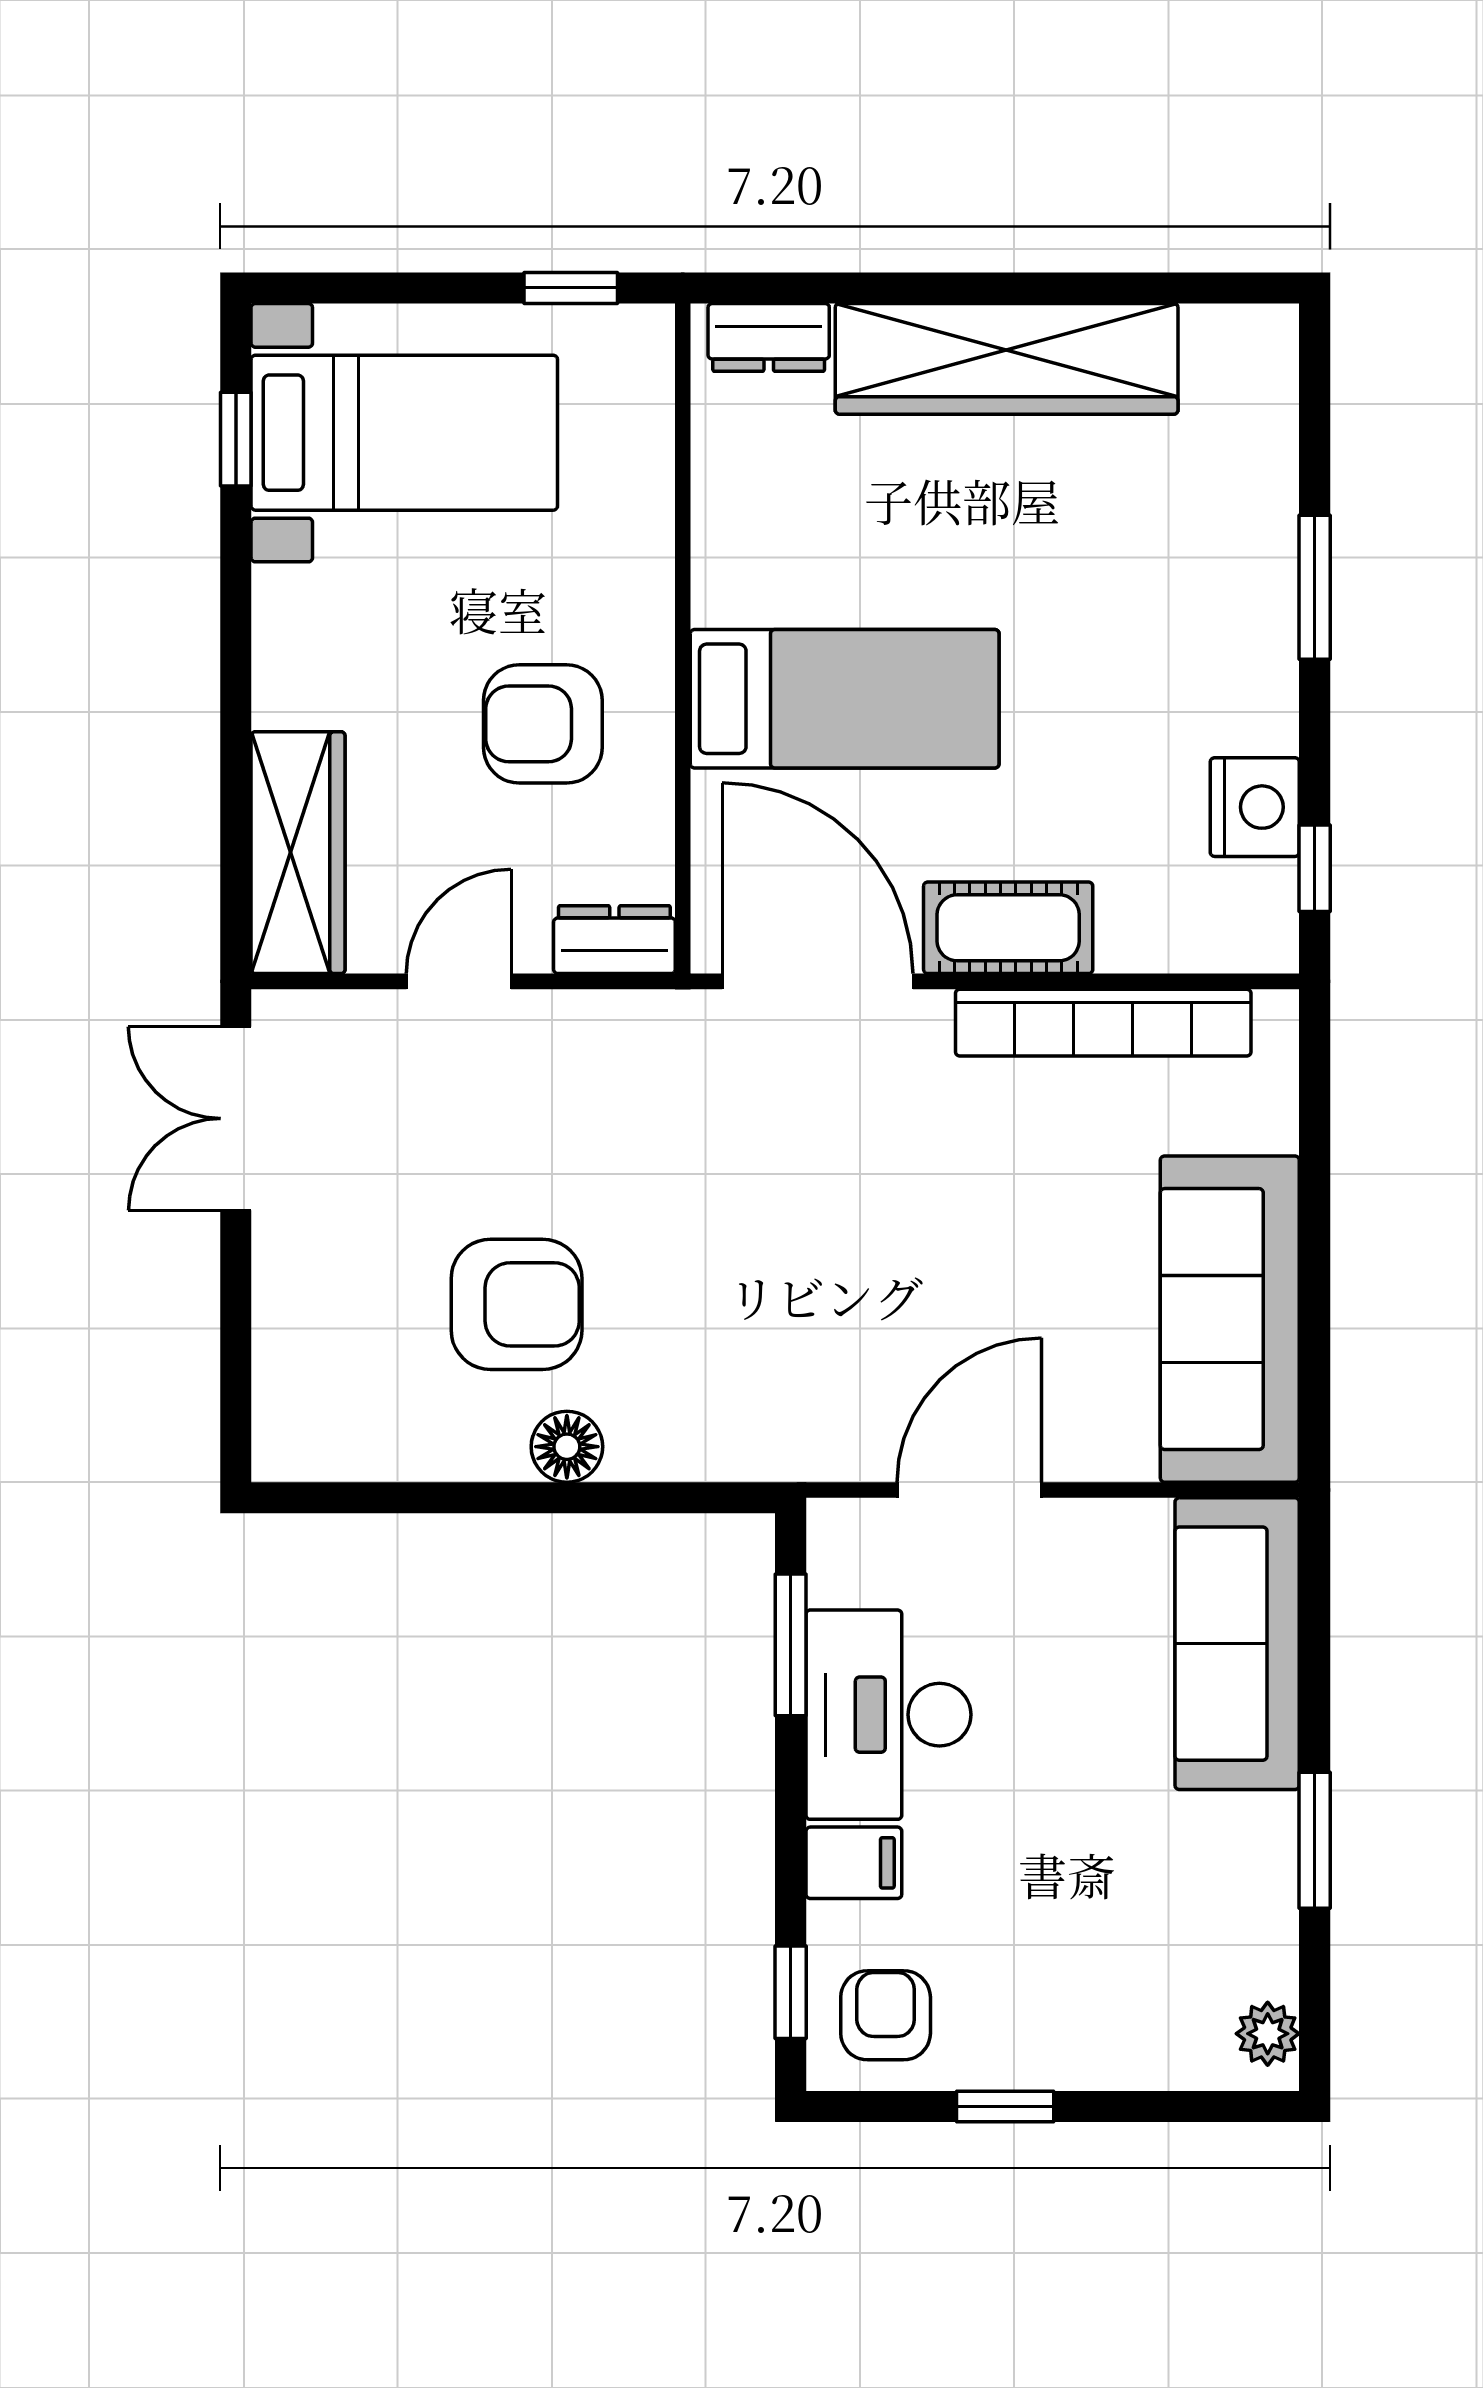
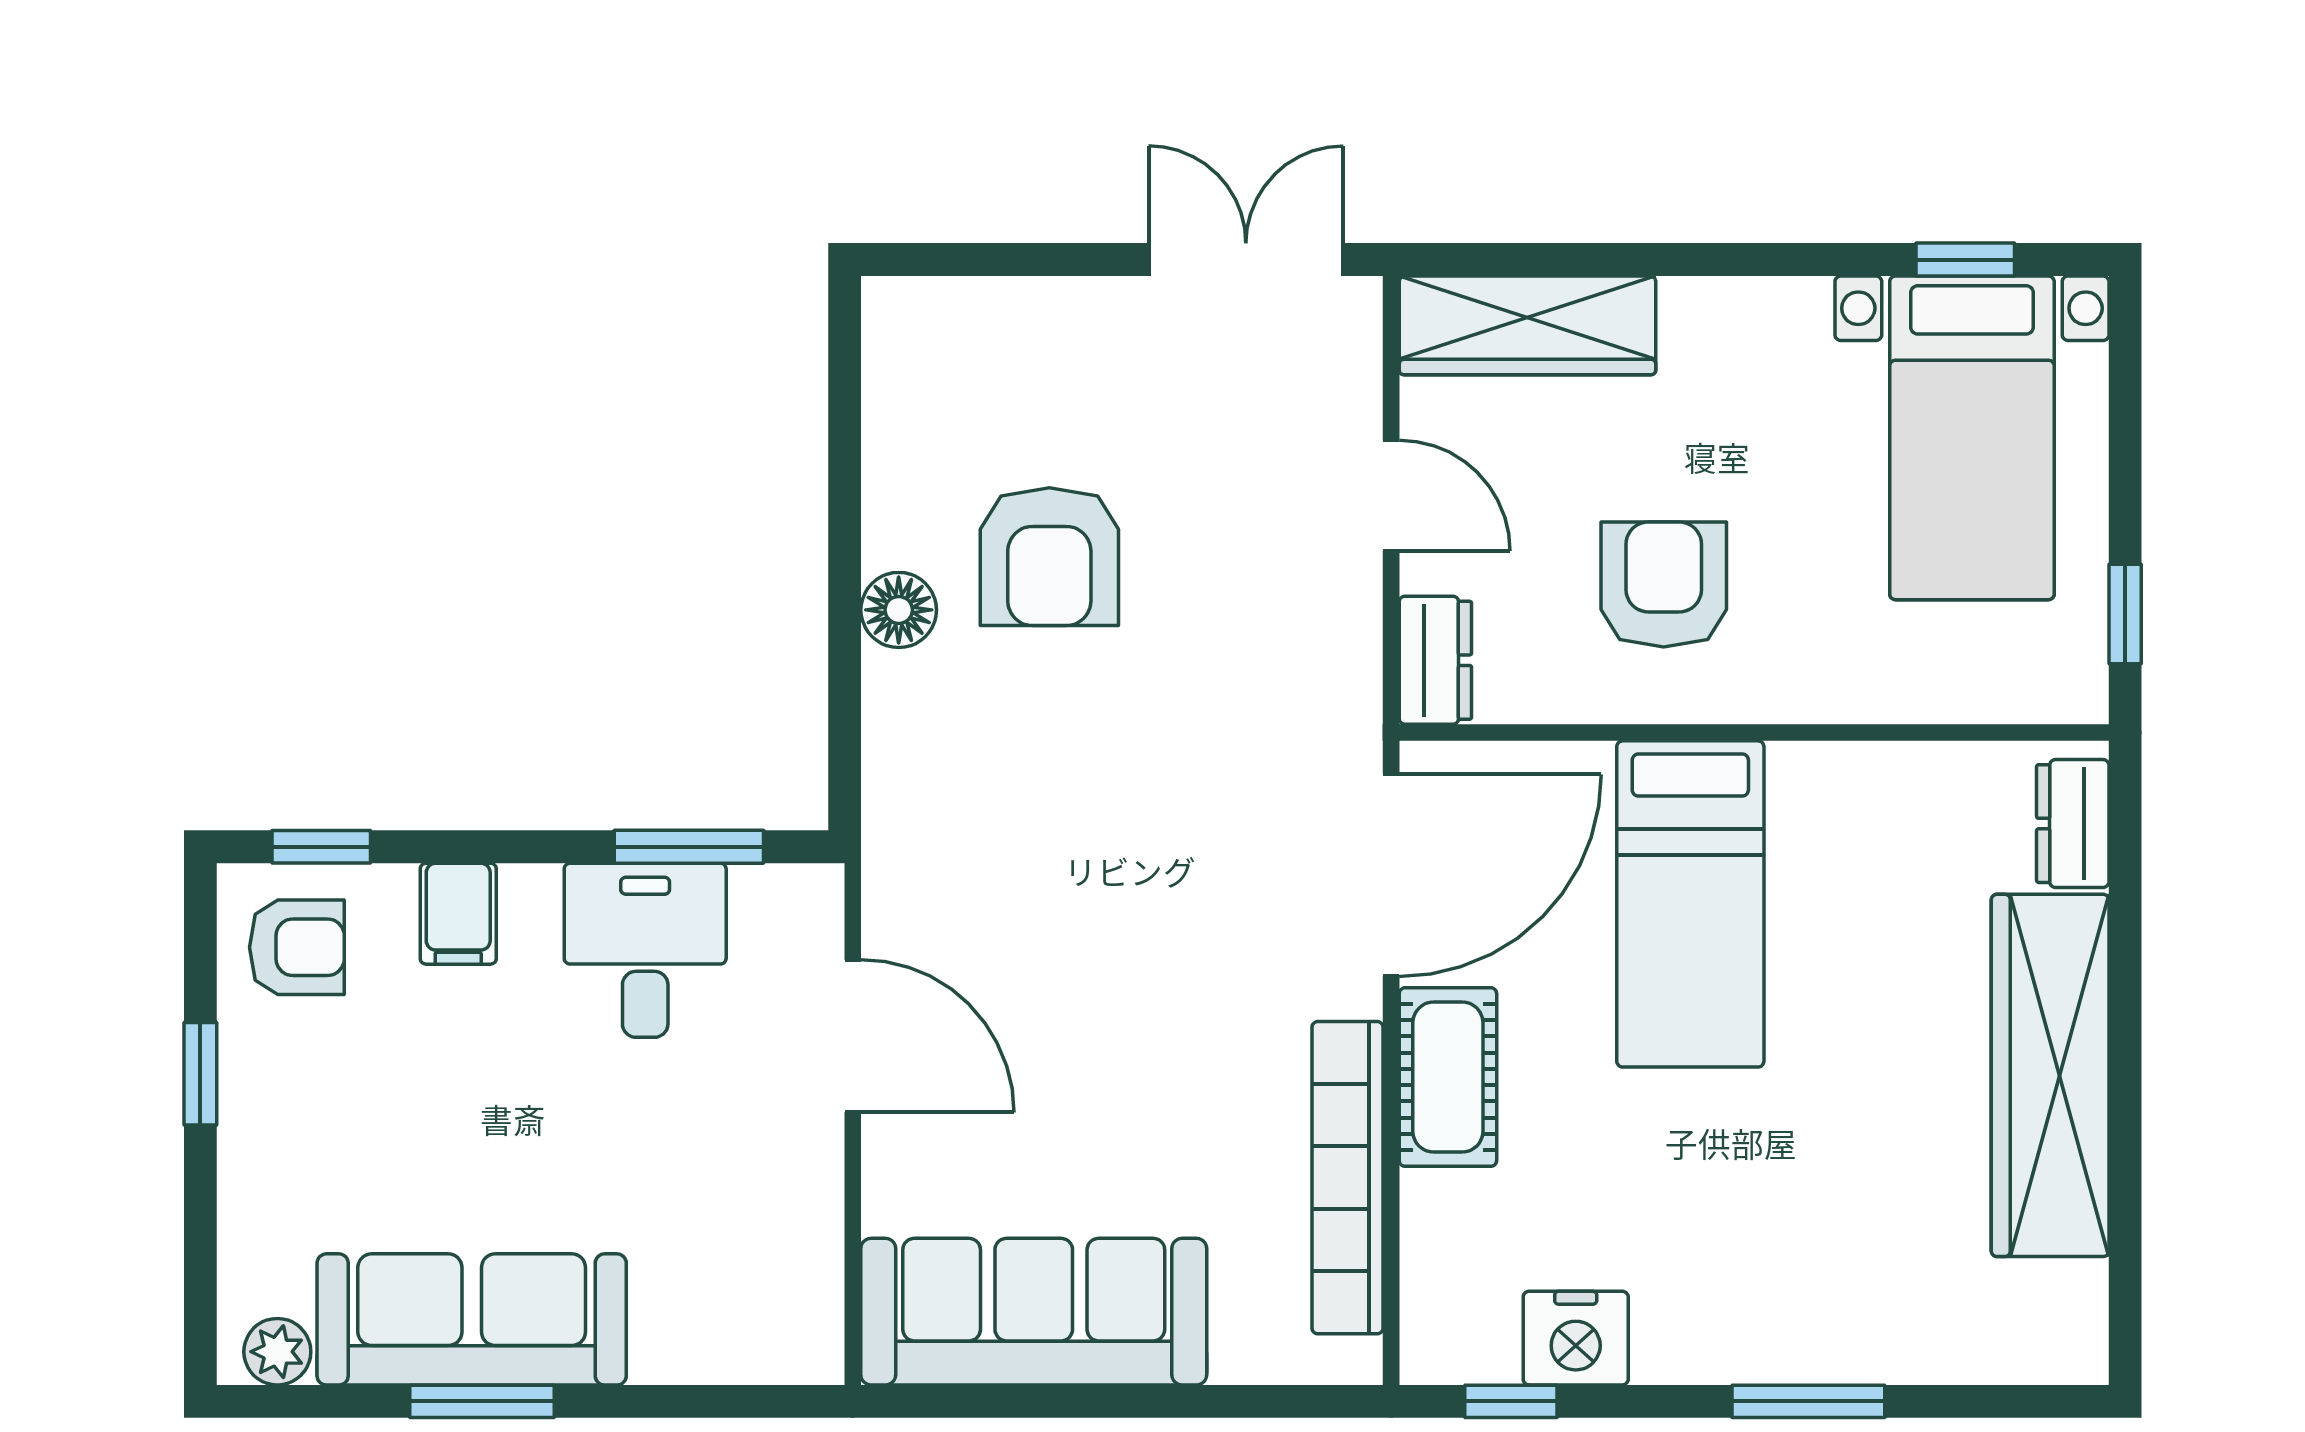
sofa: (1237, 1644) -> (472, 1319), moved
desk: (888, 1715) -> (645, 950), width x0.73

